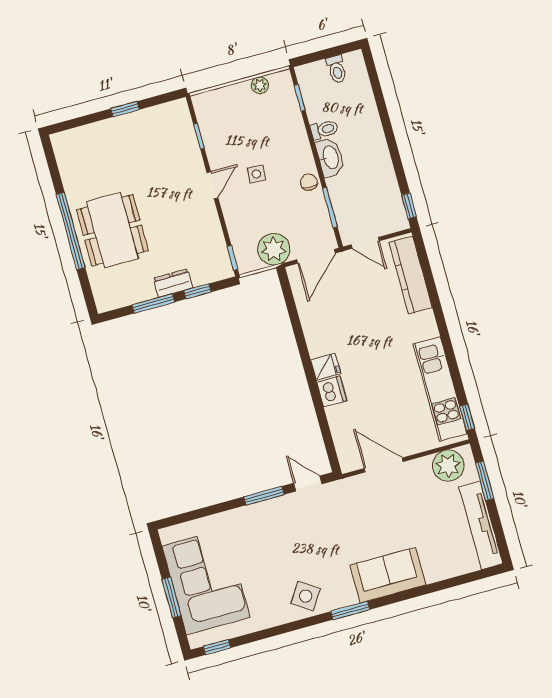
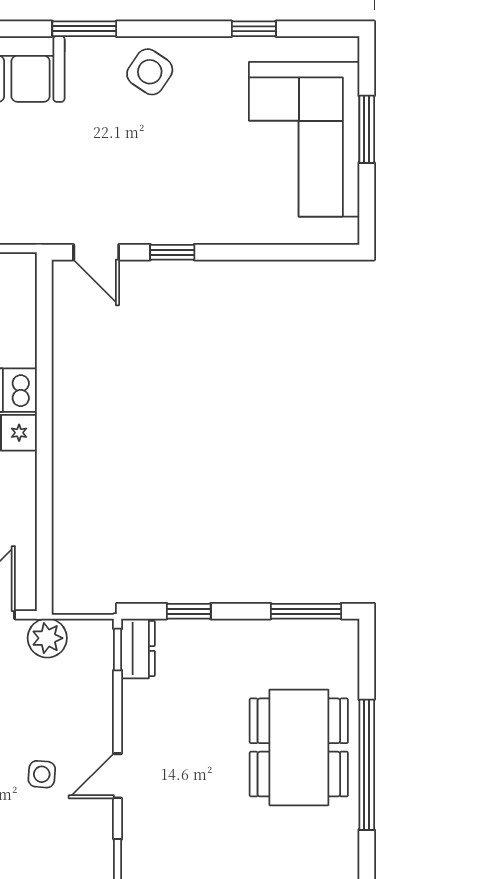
plant: (274, 249) -> (47, 638), width x0.73, depth x0.73
dresser: (173, 283) -> (138, 648), moved, turned -90
window: (153, 303) -> (306, 611), moved
window: (264, 496) -> (172, 252), width x0.67
window: (217, 647) -> (254, 29), moved

